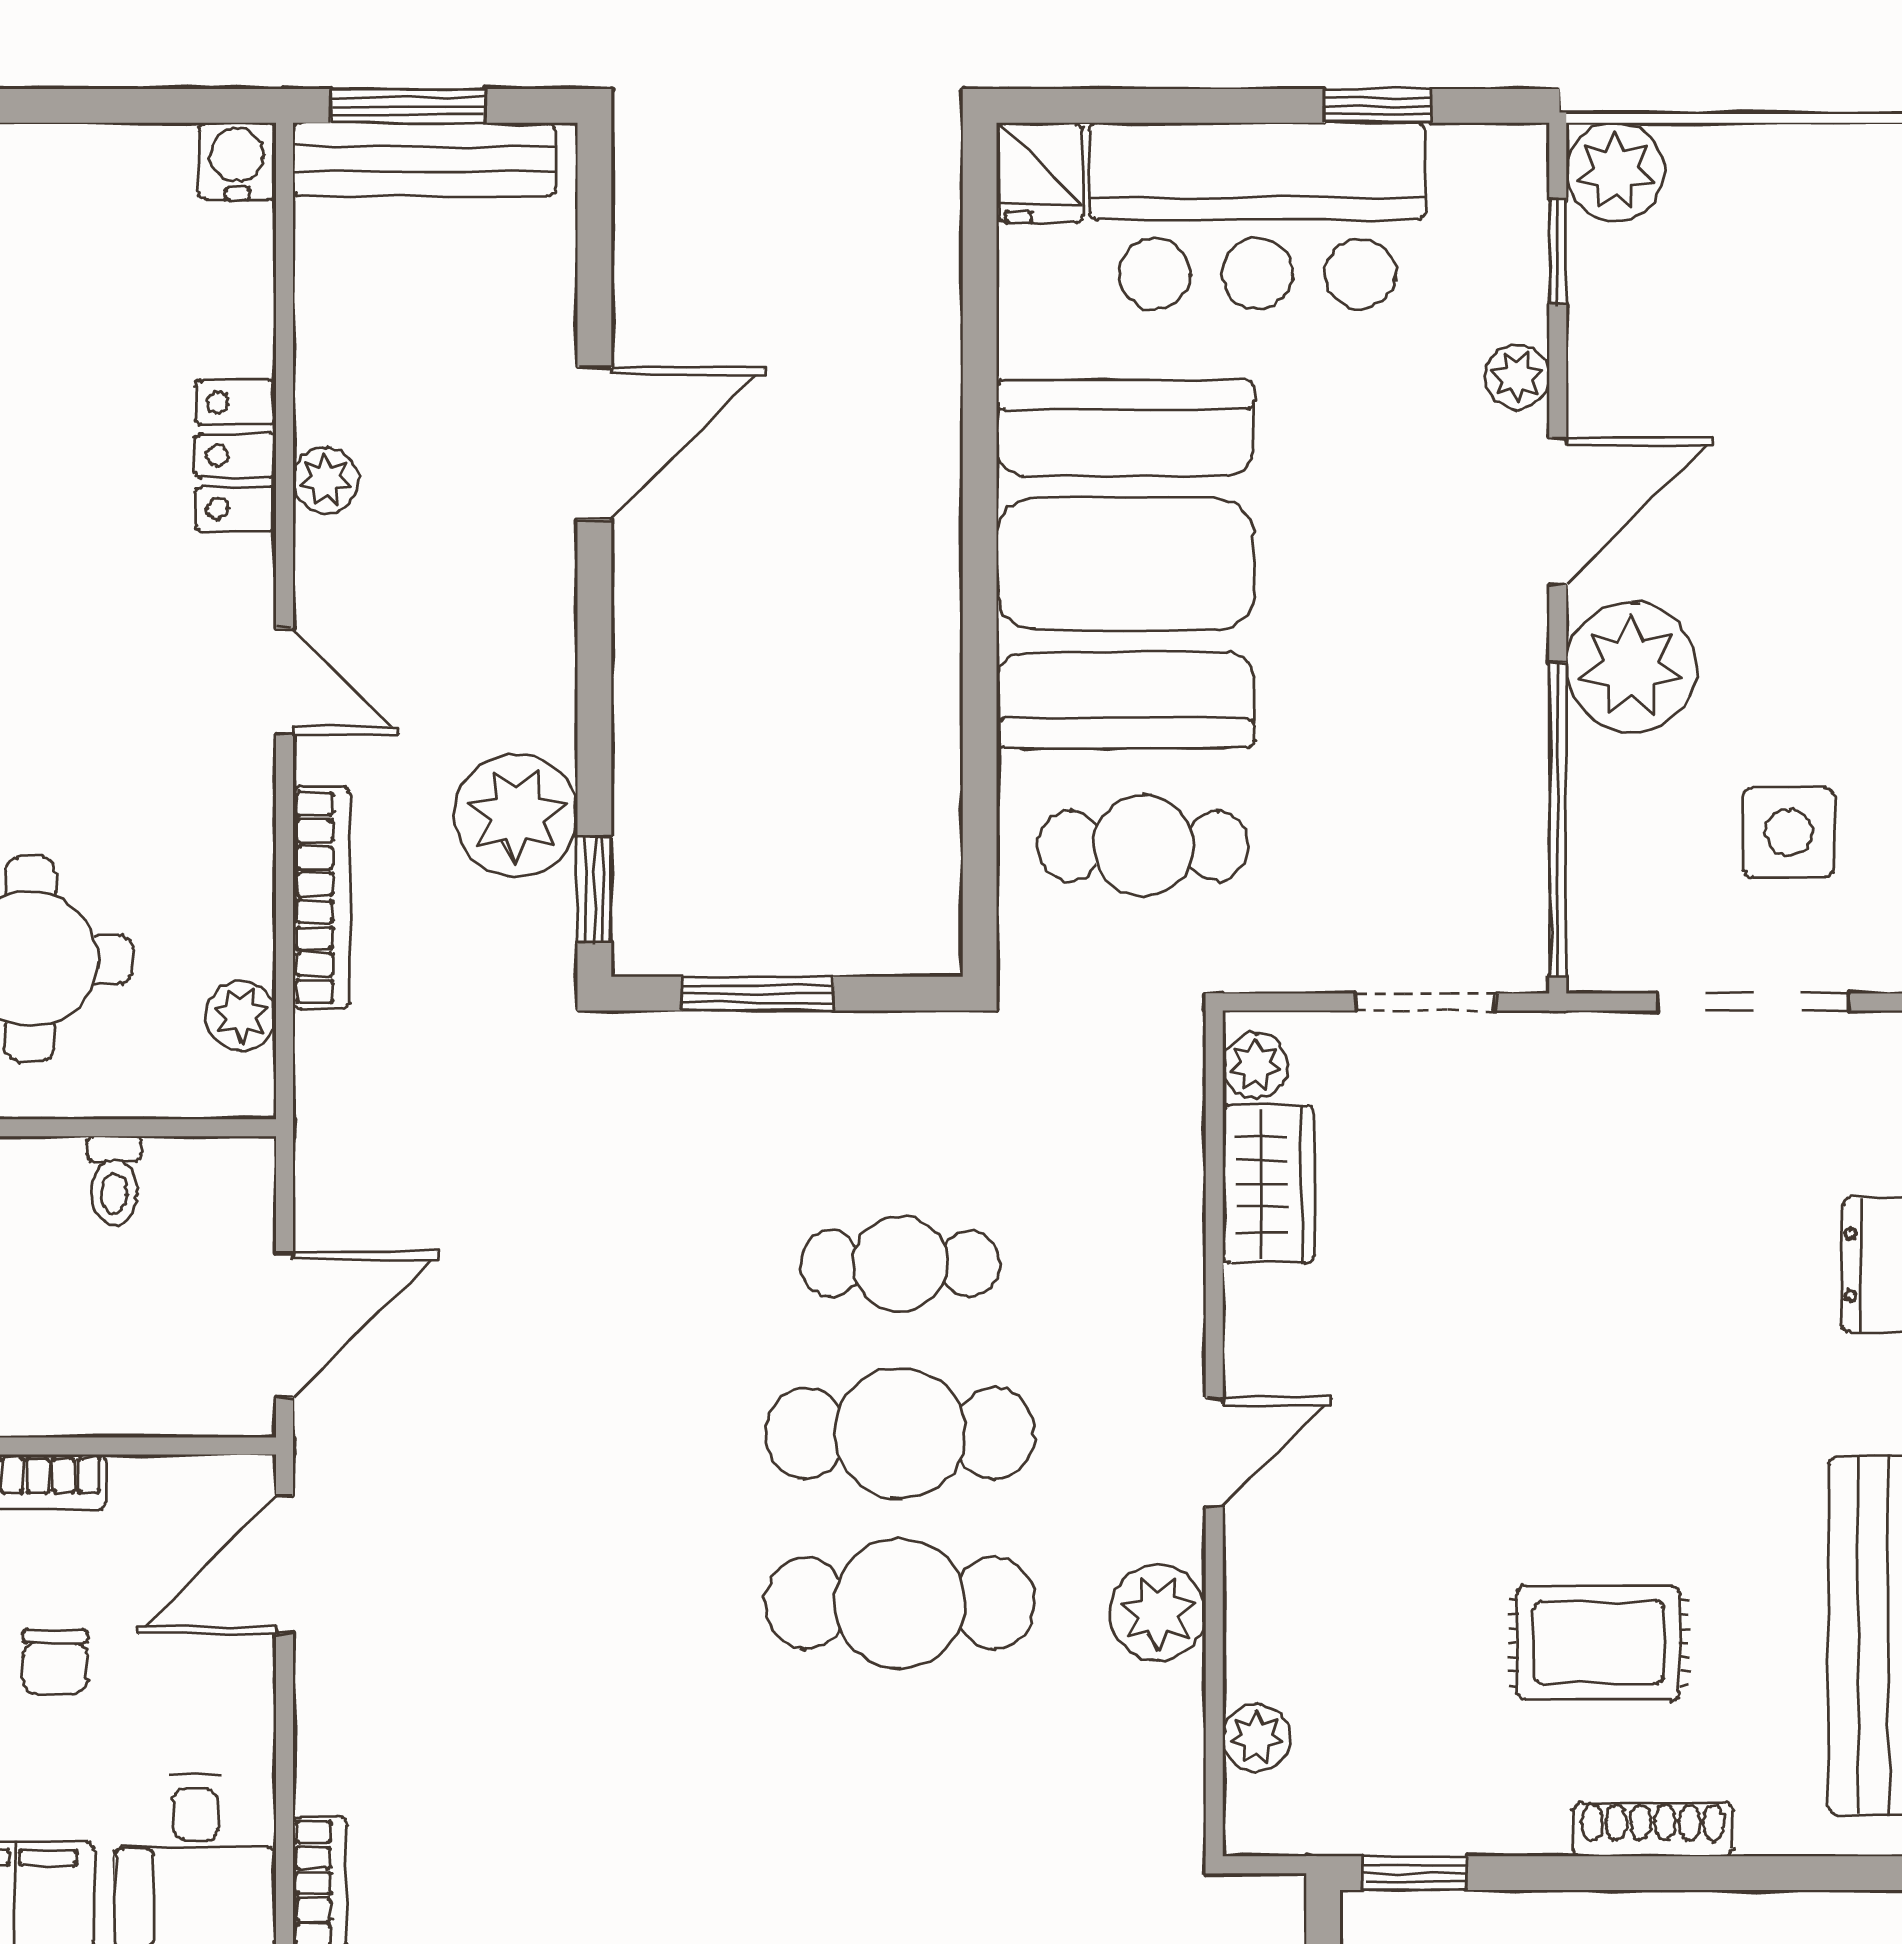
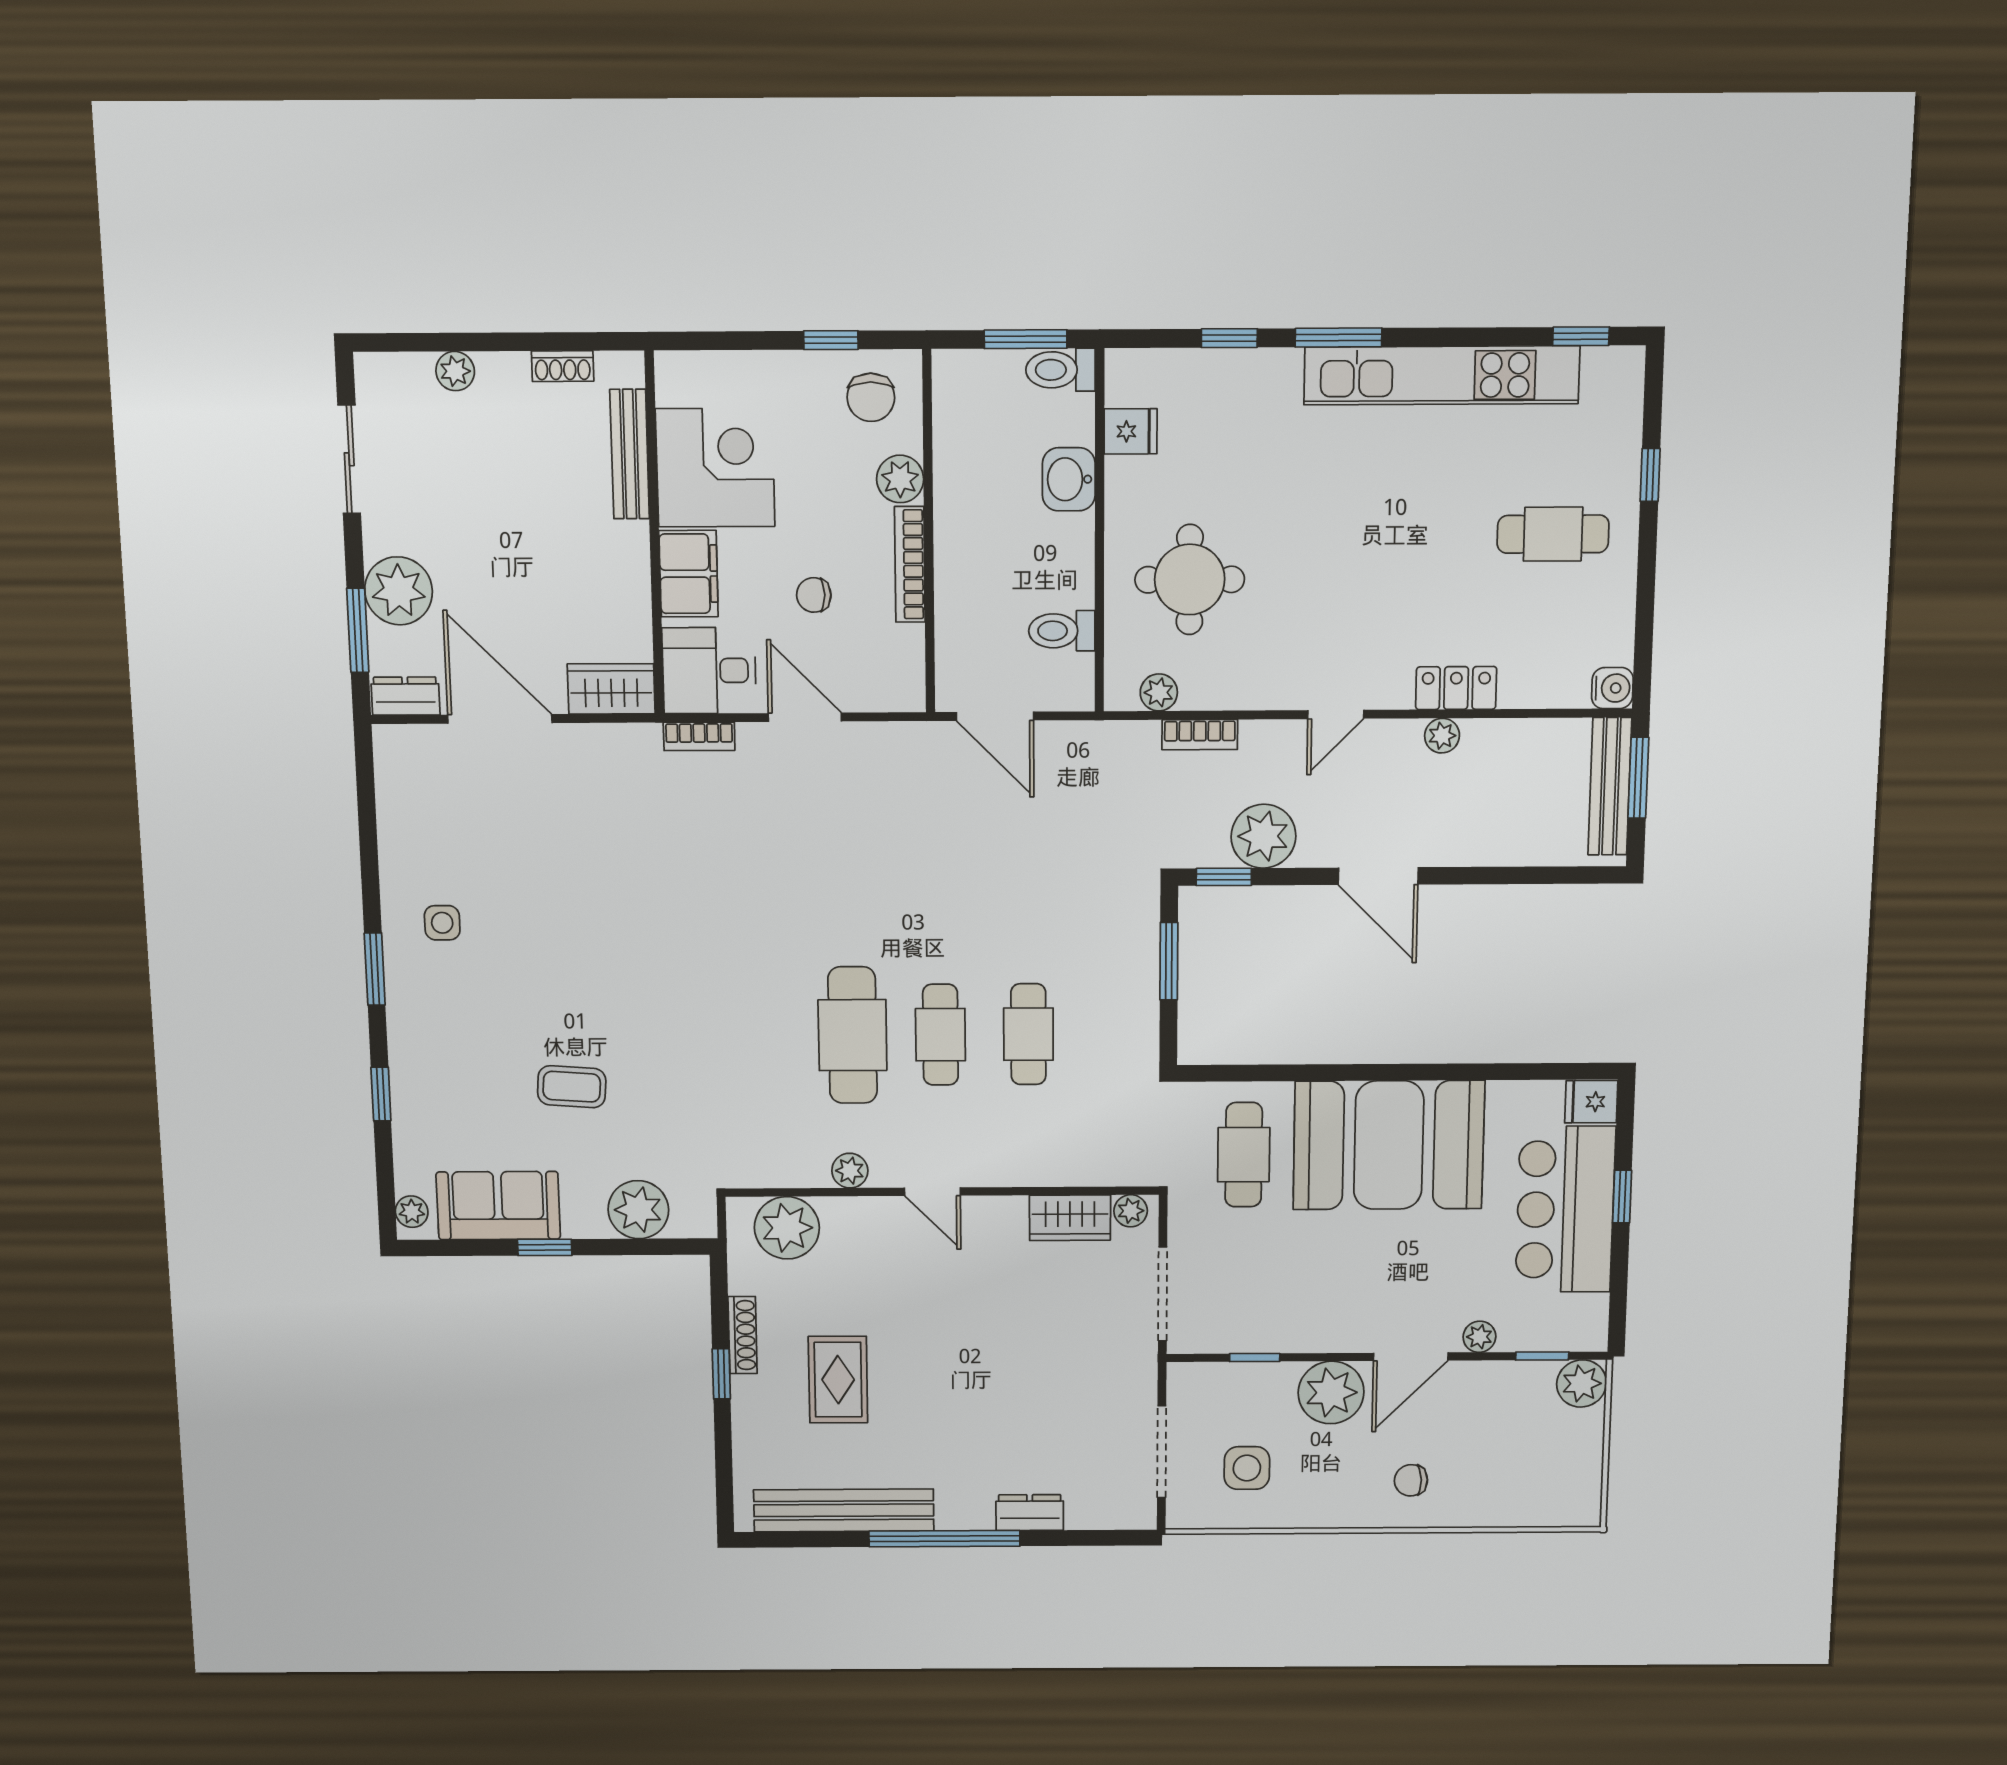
window: (1378, 106) -> (1622, 1197), moved
door: (594, 443) -> (1378, 876), moved
chair: (1816, 505) -> (1411, 1480), added
door: (1558, 511) -> (1411, 1357), hinge flipped
window: (1558, 819) -> (1255, 1358), width x0.32
bookcase: (321, 898) -> (1200, 735), width x0.64
doorway: (1425, 1002) -> (1163, 1294), width x1.38
toilet: (114, 1181) -> (1062, 631), width x1.37, depth x1.39
cafe table: (900, 1433) -> (940, 1035), width x0.73, depth x0.74
door: (284, 1565) -> (805, 717), moved
plant: (1158, 1613) -> (850, 1171), width x0.73, depth x0.73
plant: (1256, 1738) -> (787, 1228), width x1.88, depth x1.88
shoe rack: (1653, 1829) -> (743, 1335), moved
window: (1415, 1873) -> (721, 1374), moved

